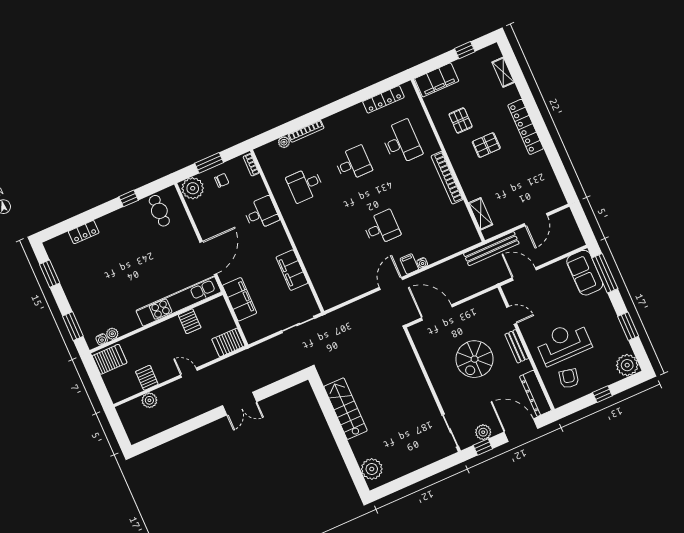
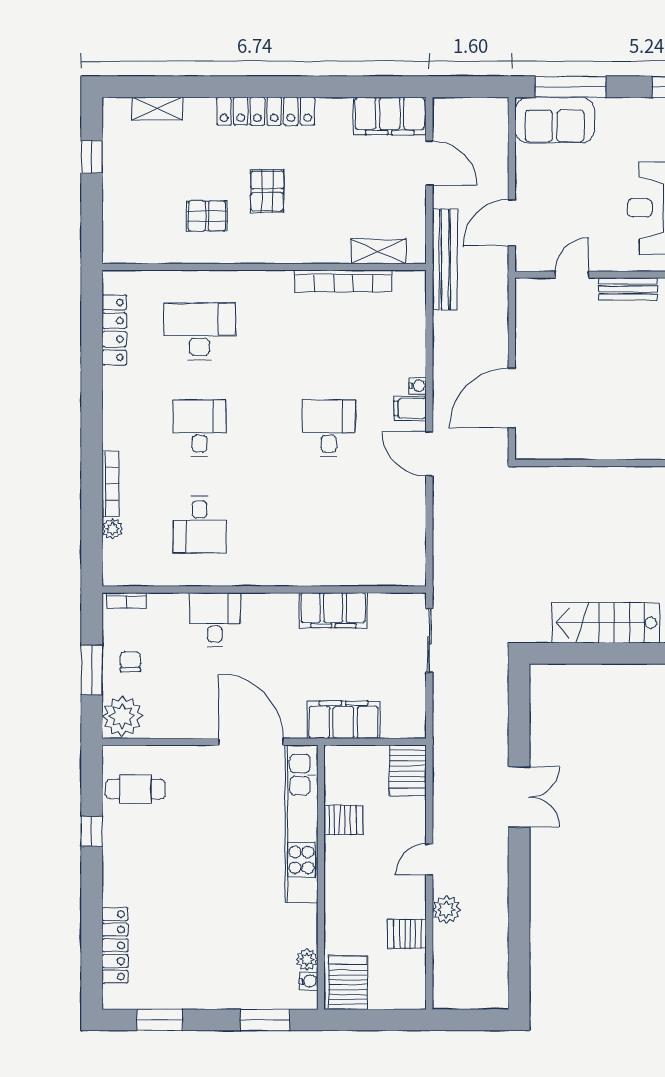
filing cabinet: (437, 80) -> (390, 116), moved, turned 90
bookcase: (447, 178) -> (343, 281), moved
locker: (84, 232) -> (115, 945), width x1.53
spiral stairs: (475, 359) -> (618, 369), removed
plant: (149, 400) -> (446, 910), moved

